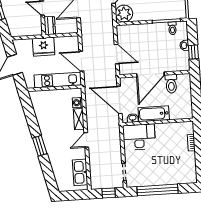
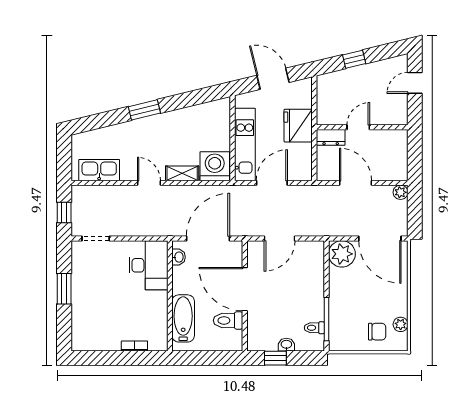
washing machine: (78, 103) -> (215, 166), width x1.89, depth x1.89
bathtub: (154, 114) -> (183, 318), moved
window: (158, 190) -> (64, 289), width x0.47

